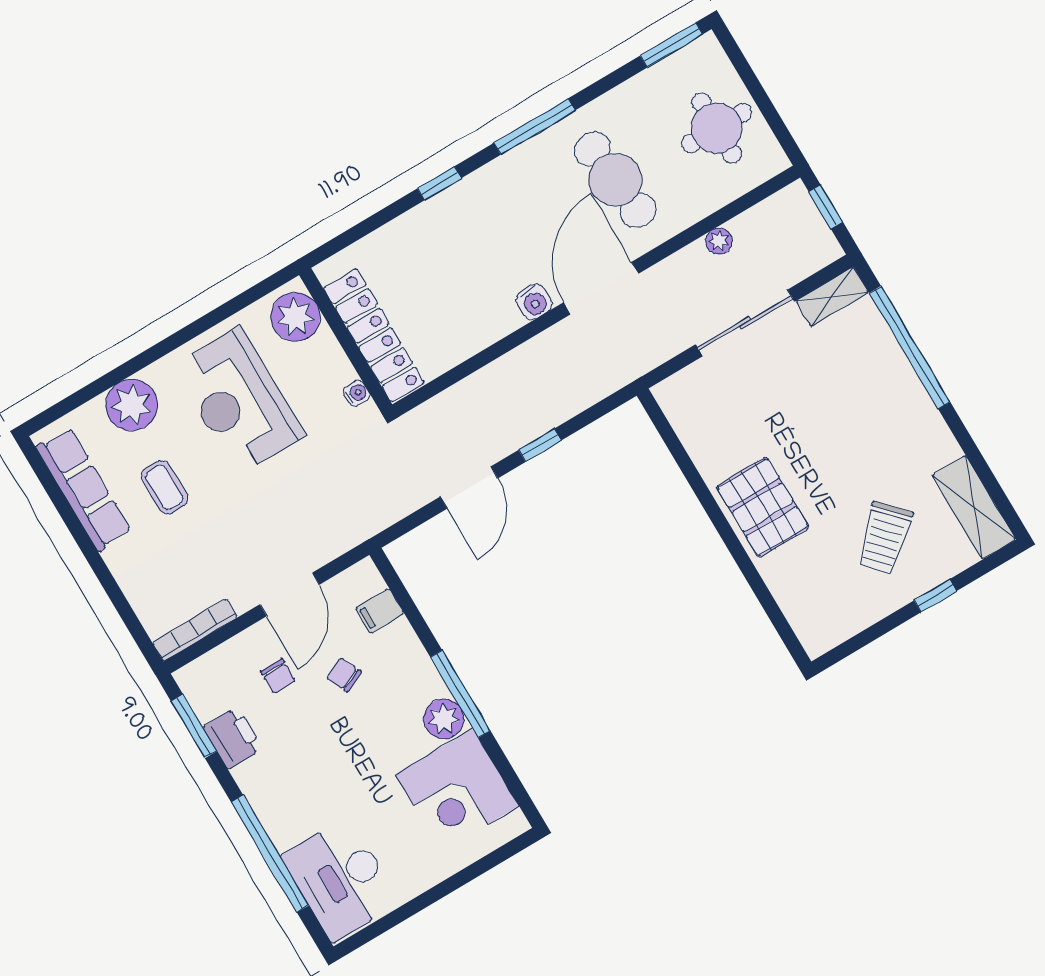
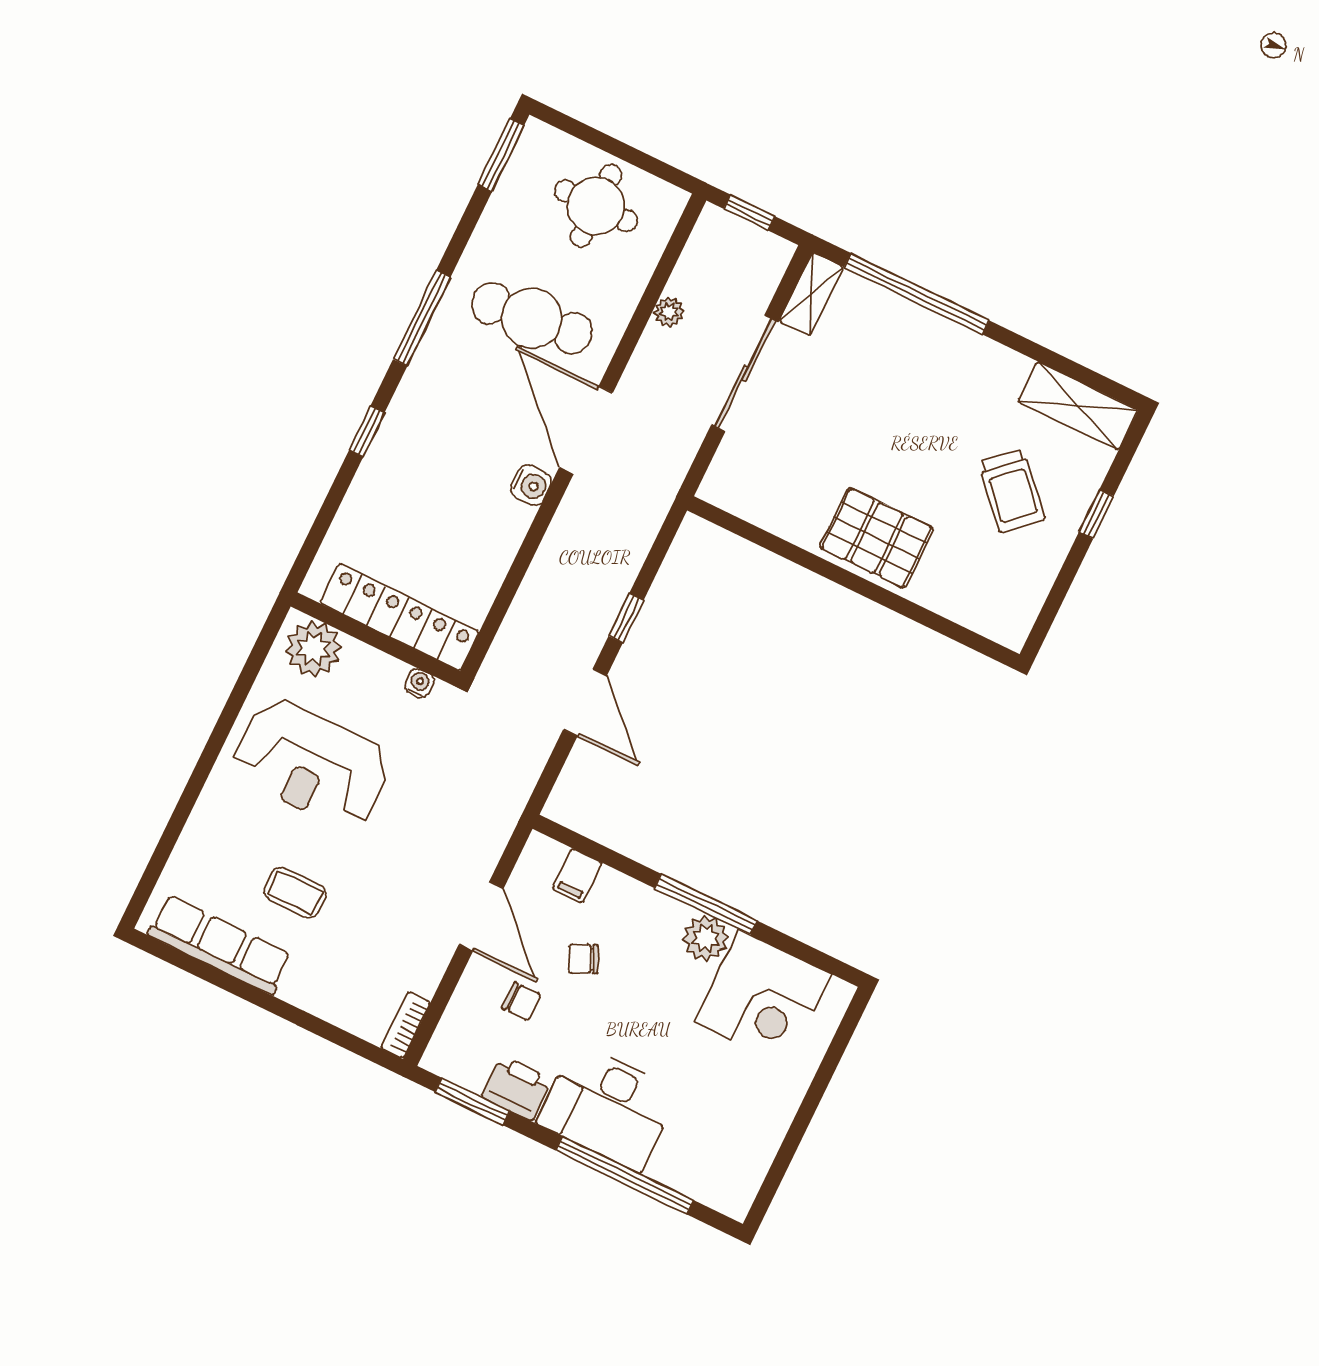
plant: (132, 405) -> (212, 835), removed
bookcase: (195, 630) -> (406, 1025), width x0.64
desk: (340, 879) -> (608, 1107), moved

